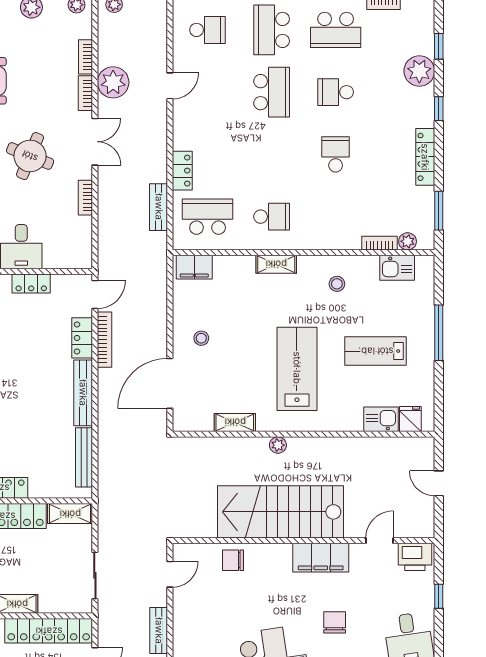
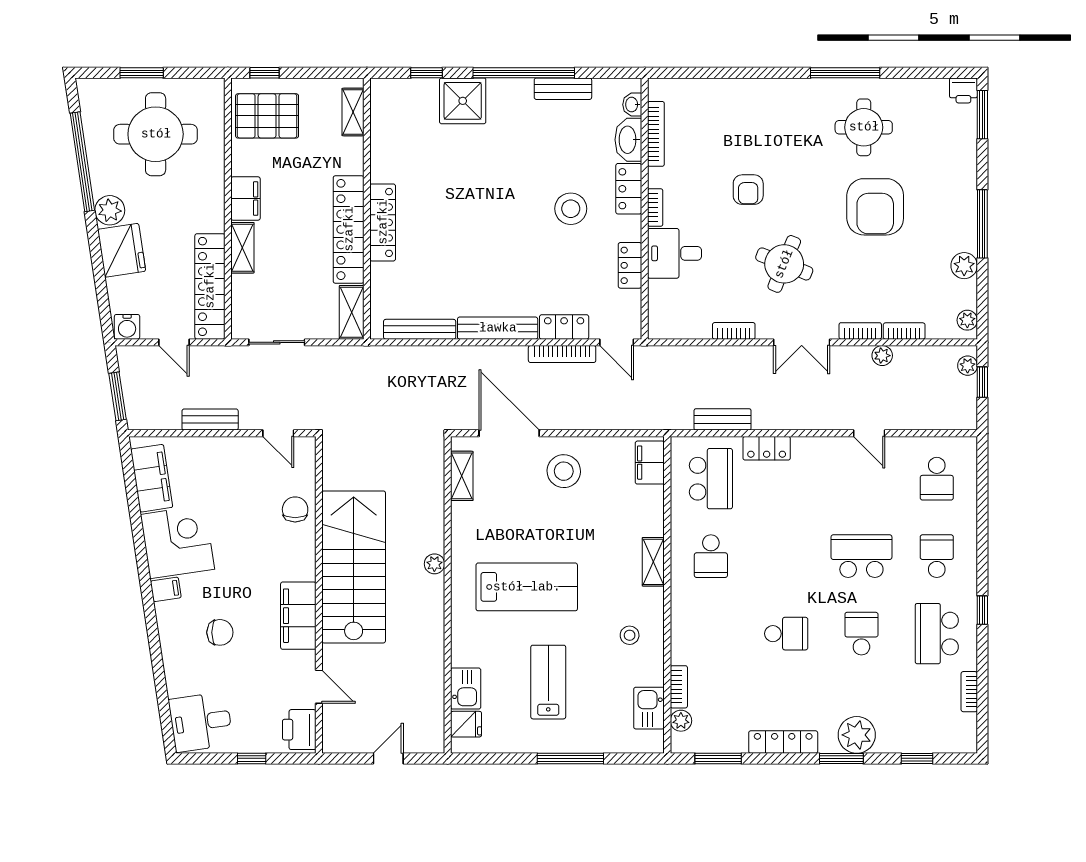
school desk: (272, 30) -> (937, 556), width x0.54
plant: (419, 71) -> (857, 735), moved
plant: (113, 82) -> (882, 356), width x0.53, depth x0.53
school desk: (272, 92) -> (861, 556), turned 180
window: (439, 109) -> (841, 758), width x1.50
stool: (201, 338) -> (564, 471), width x1.89, depth x1.89
shelving: (235, 422) -> (462, 476), moved

